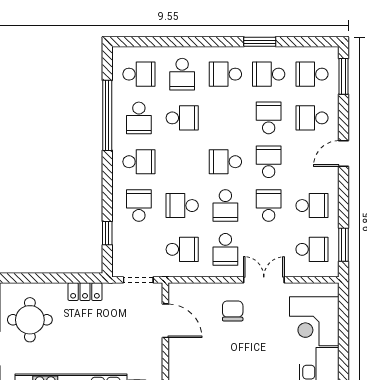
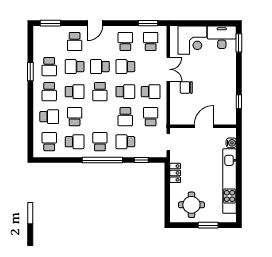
school desk: (312, 74) -> (75, 92), moved, turned -90
window: (107, 115) -> (102, 160), moved
door: (344, 153) -> (95, 23), hinge flipped
double door: (264, 280) -> (168, 69), swing flipped
door: (165, 321) -> (204, 126), moved

